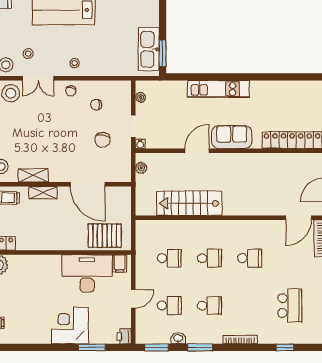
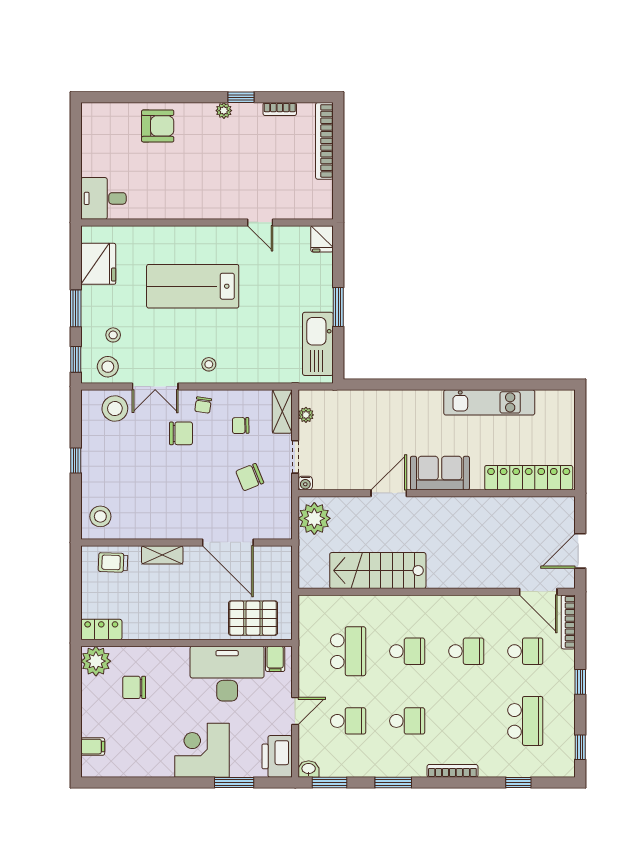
window: (163, 53) -> (338, 307), moved
stool: (28, 54) -> (113, 335), moved
kitchen unit: (218, 89) -> (489, 402), moved
chair: (56, 110) -> (181, 433), added
chair: (102, 140) -> (250, 477), turned 59
plant: (141, 168) -> (314, 518), width x1.87, depth x1.87
shelving: (33, 175) -> (282, 411), moved, turned 90
door: (299, 218) -> (538, 592), hinge flipped
school desk: (169, 258) -> (348, 651), width x1.85
school desk: (290, 258) -> (525, 651), added
chair: (24, 283) -> (134, 687), added
printer: (124, 336) -> (277, 756), width x1.87, depth x1.48
washbasin: (178, 338) -> (309, 769), moved

